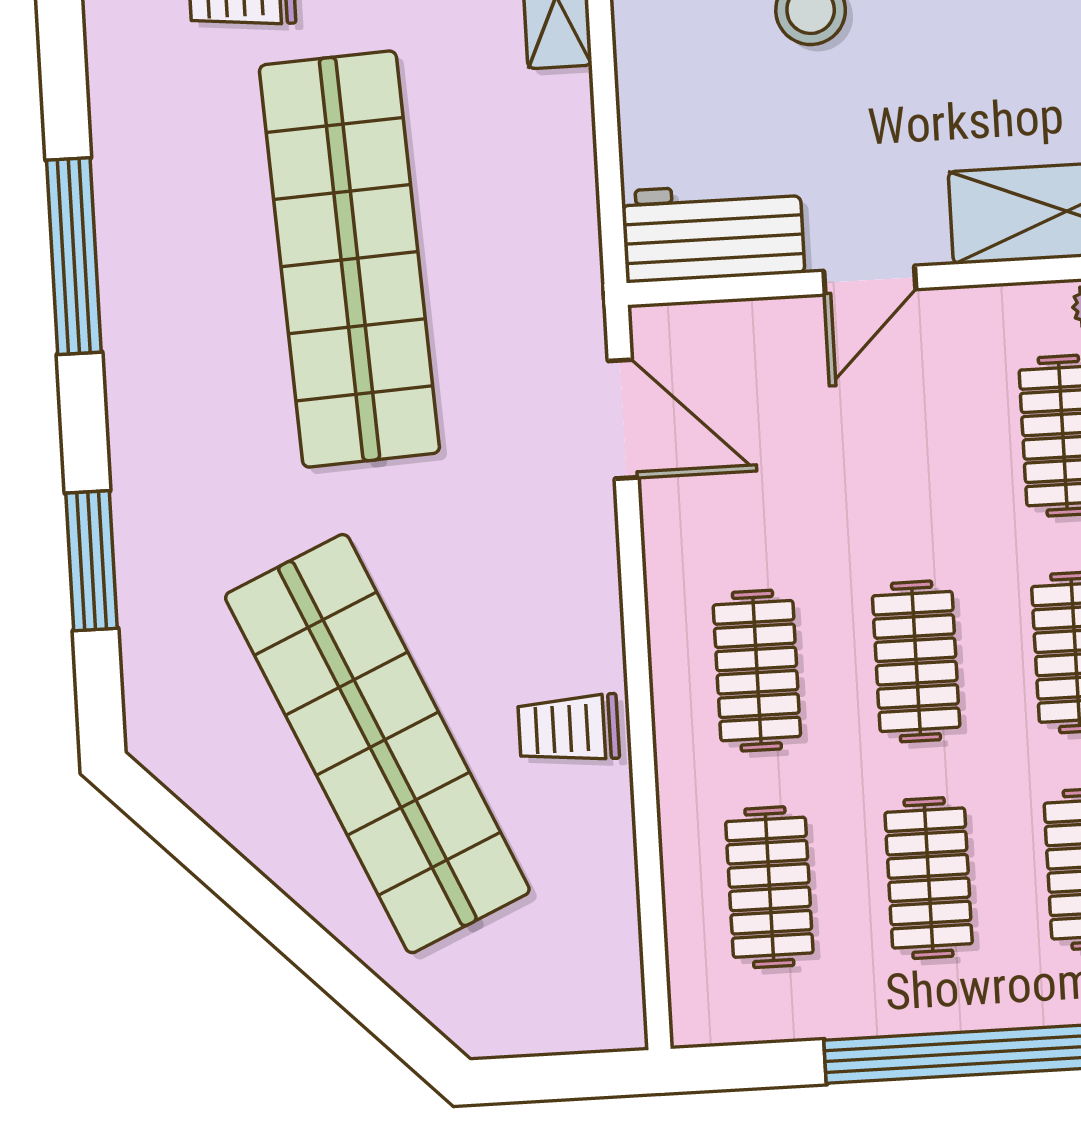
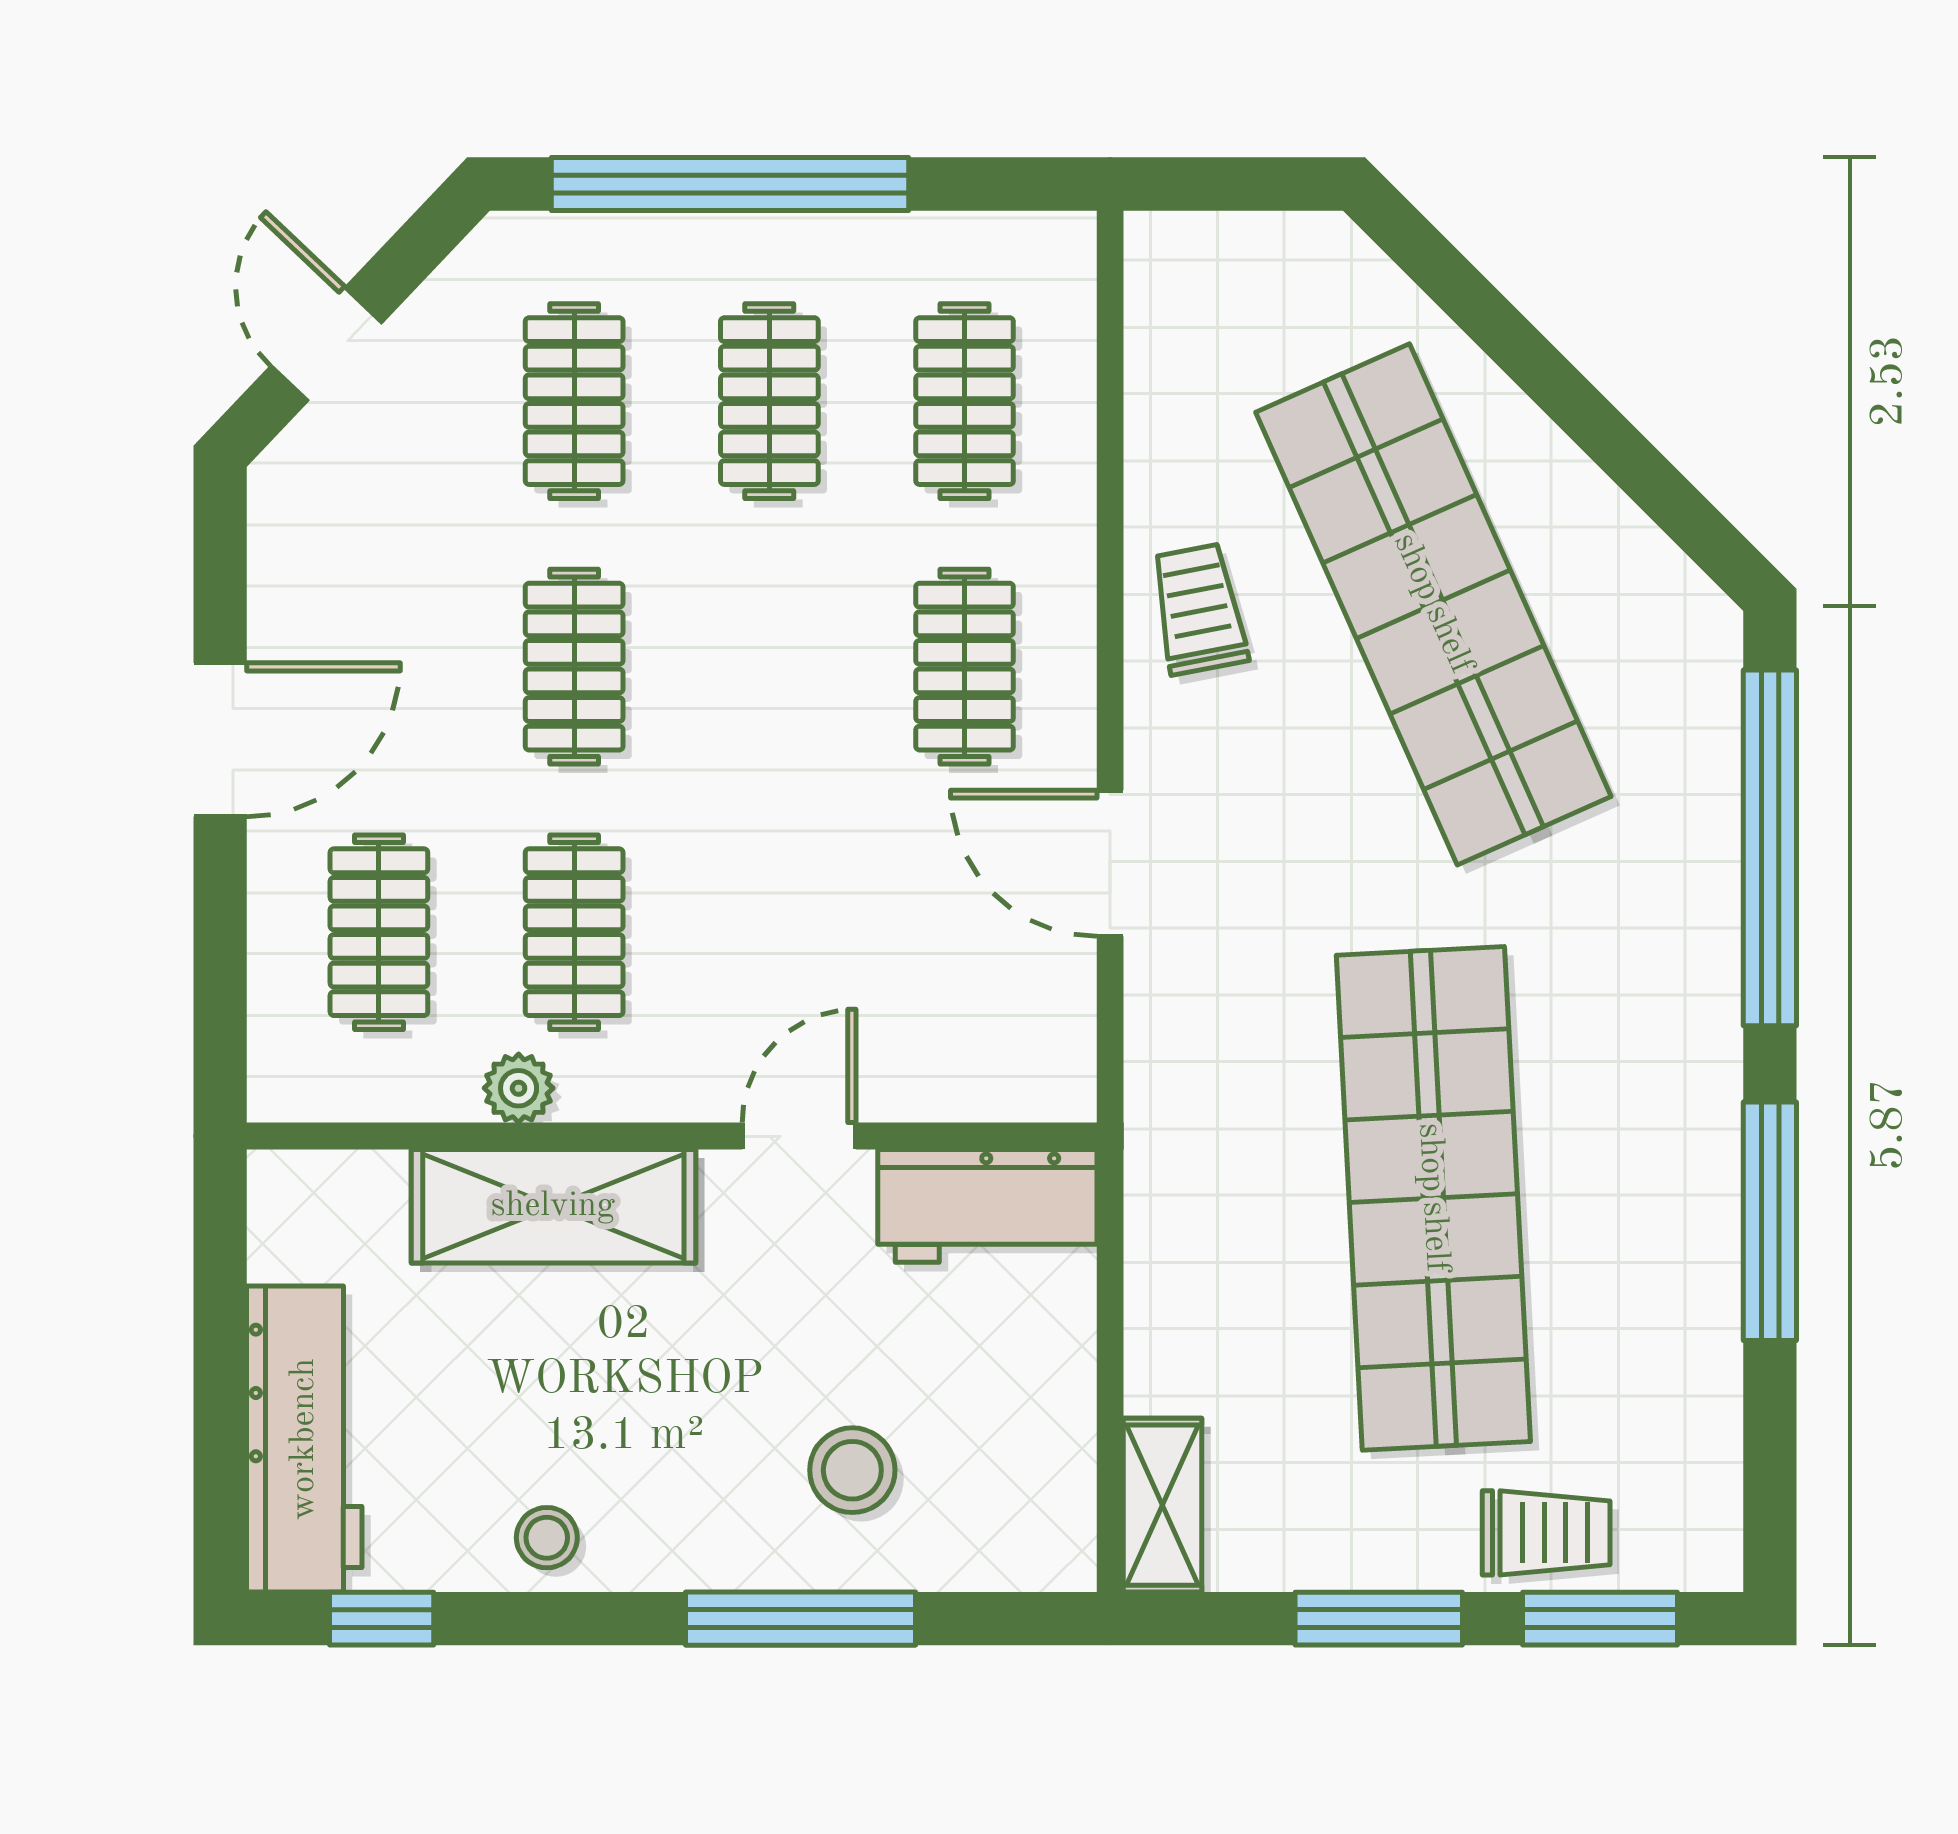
door: (623, 419) -> (1110, 863), moved
window: (91, 561) -> (1770, 848), width x2.11
clothes rail: (916, 661) -> (769, 667), removed
trolley: (569, 729) -> (1199, 609), turned -101

